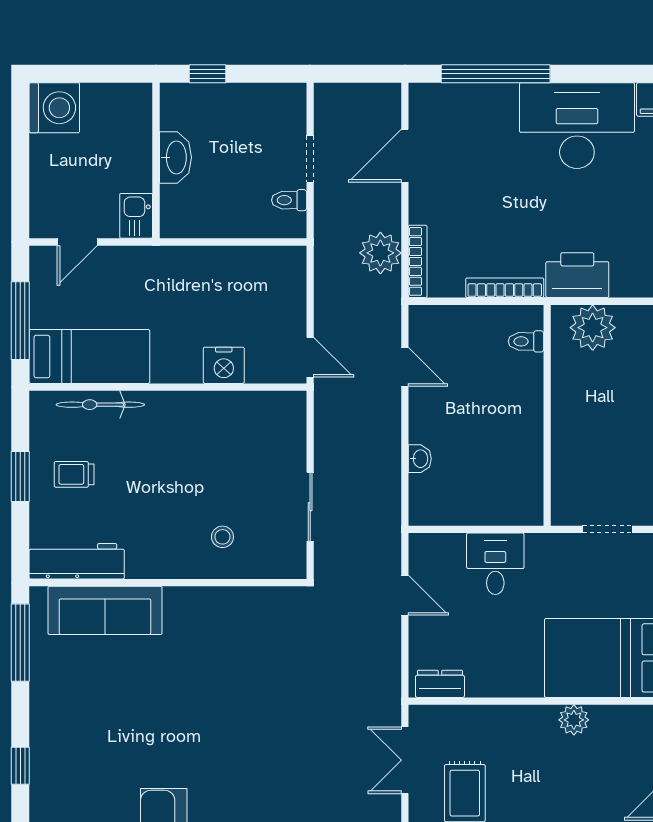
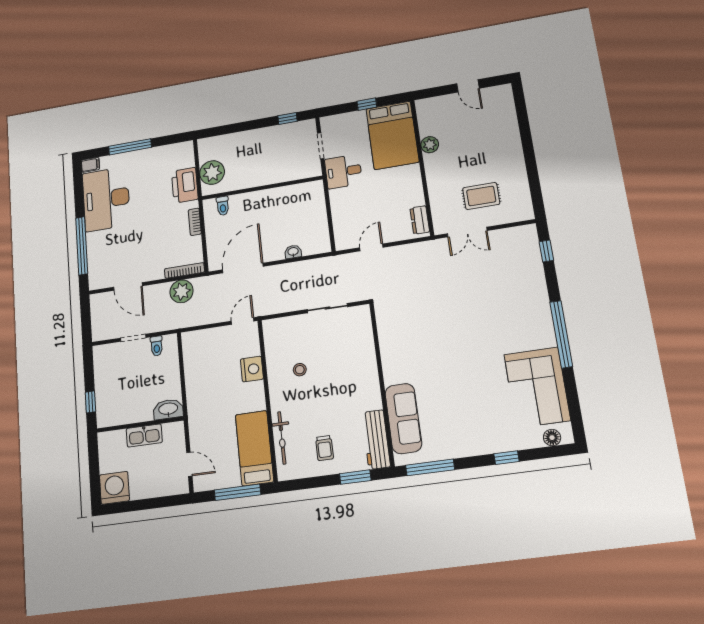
washbasin: (175, 157) -> (168, 409), moved
kitchen sink: (136, 216) -> (144, 435), moved, width x1.38
bookcase: (505, 288) -> (195, 222), width x0.64
door: (405, 367) -> (243, 268), width x1.88
window: (20, 477) -> (355, 477), moved
stool: (222, 537) -> (300, 370), moved
desk: (495, 564) -> (343, 171), moved

